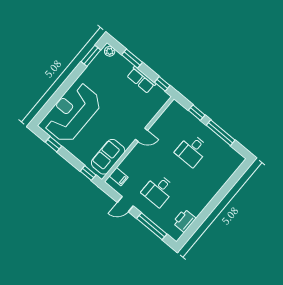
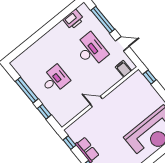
sofa: (108, 157) -> (129, 88), removed
desk: (158, 190) -> (91, 50), width x1.37

